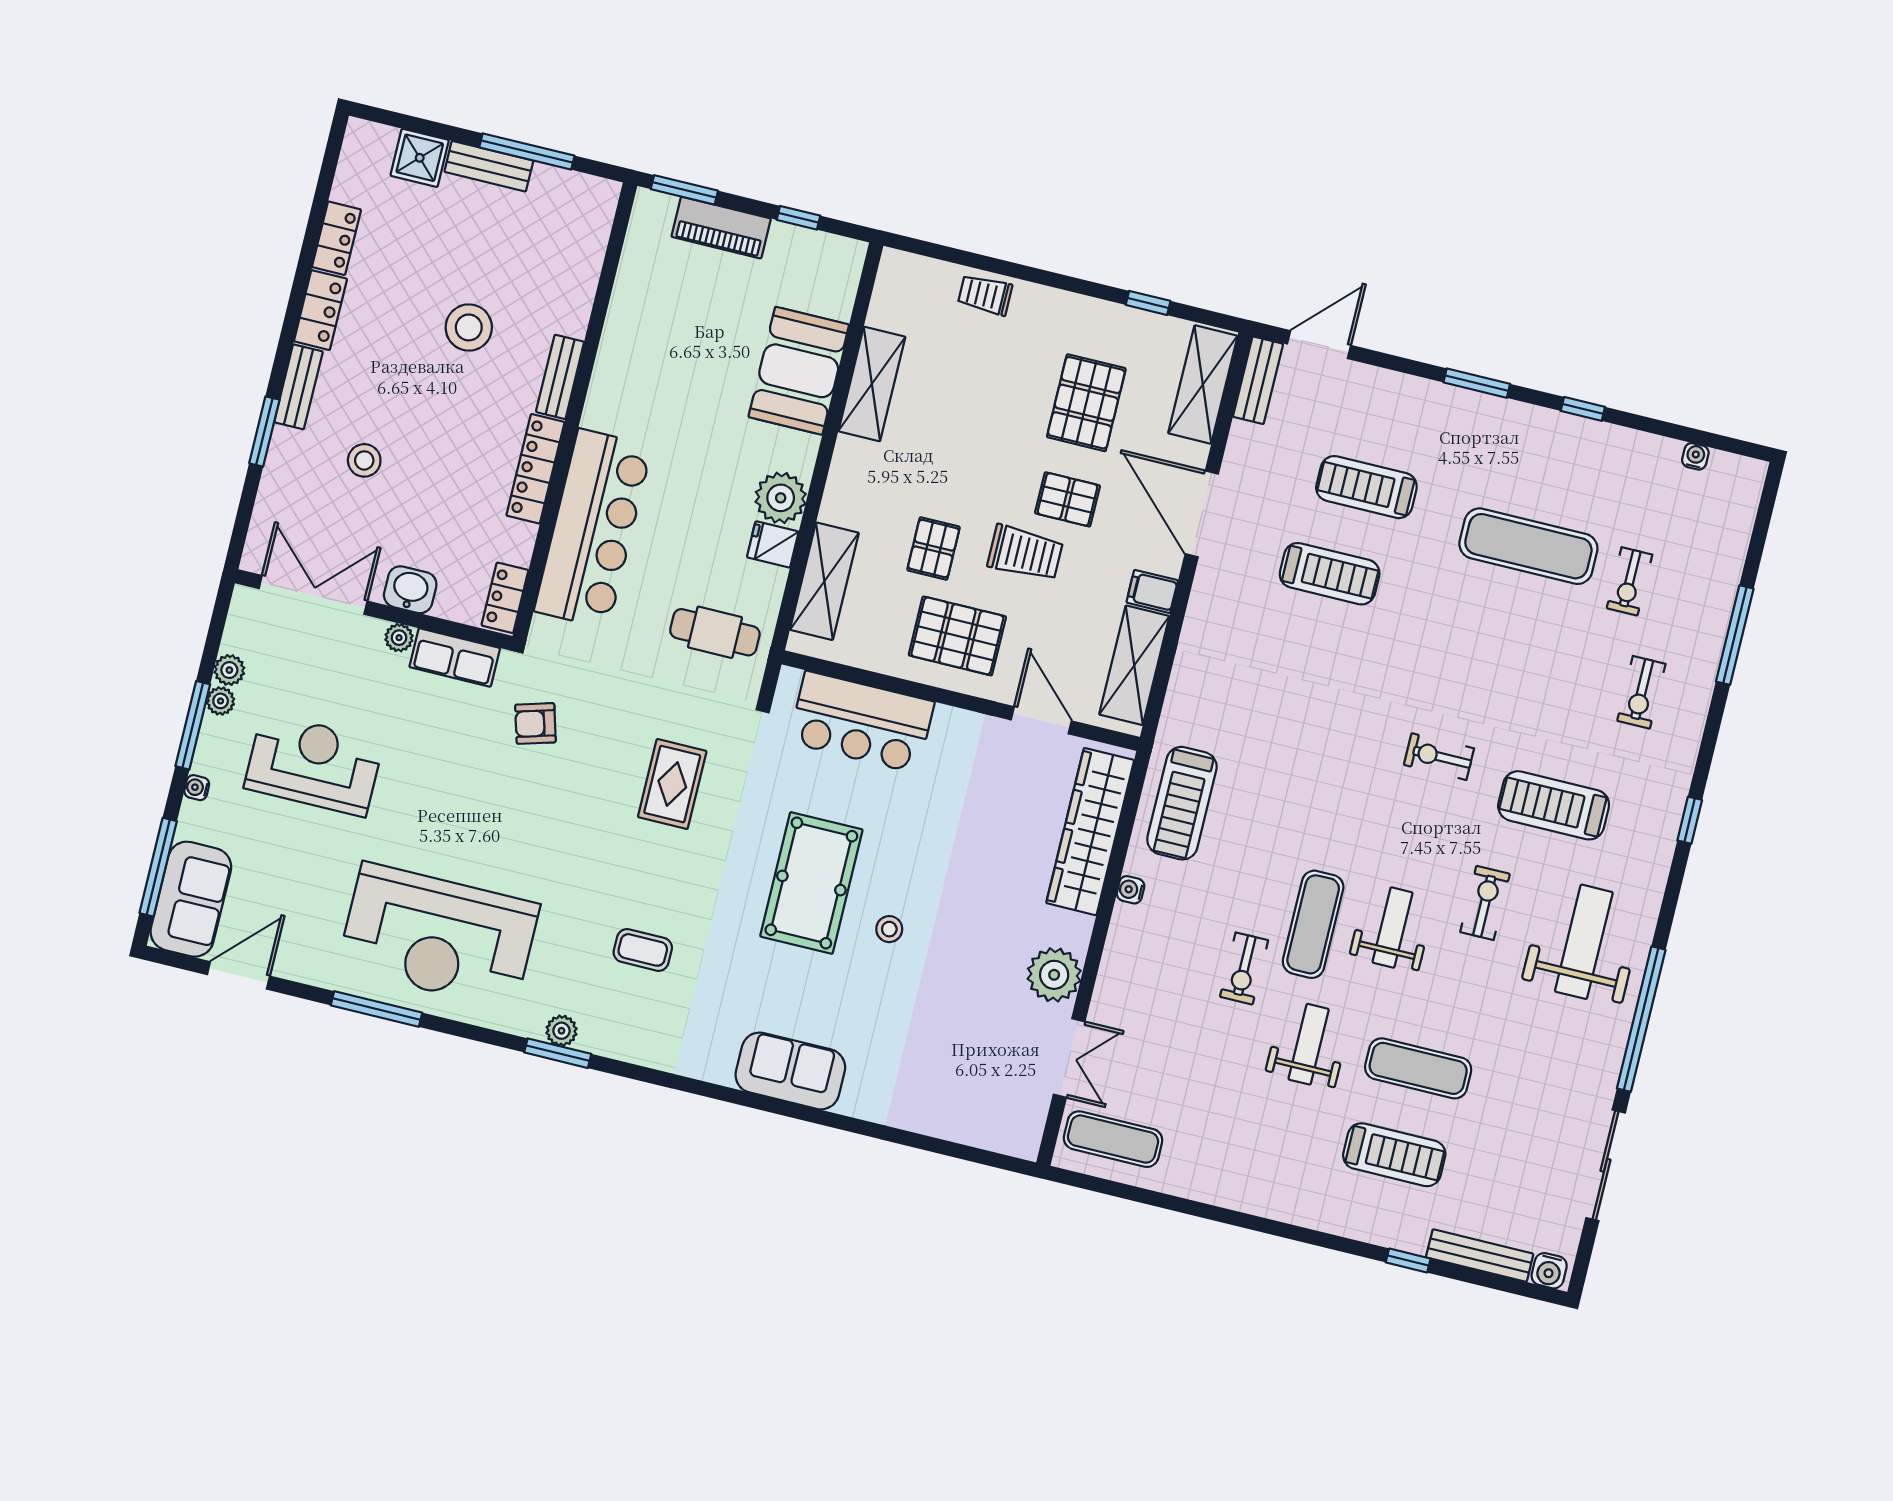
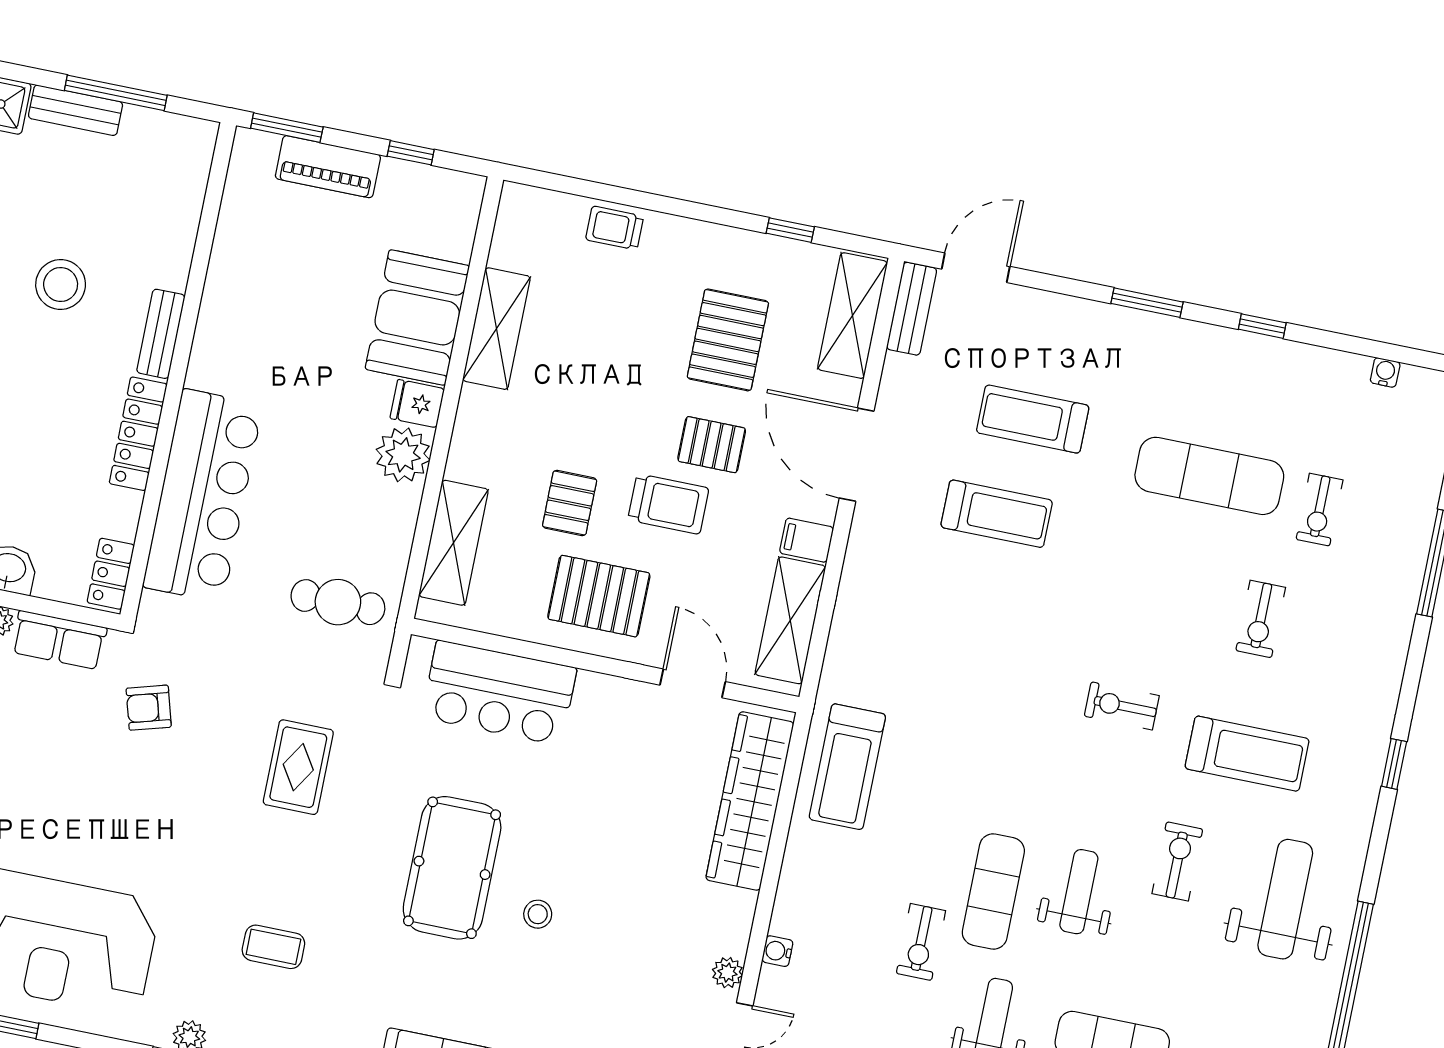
fridge: (773, 544) -> (417, 404), moved
exercise bike: (1641, 692) -> (1261, 619), moved
treadmill: (1554, 805) -> (1247, 754), turned 180
water cooler: (1131, 890) -> (777, 951), moved
plant: (1054, 975) -> (727, 973), width x0.53, depth x0.53

